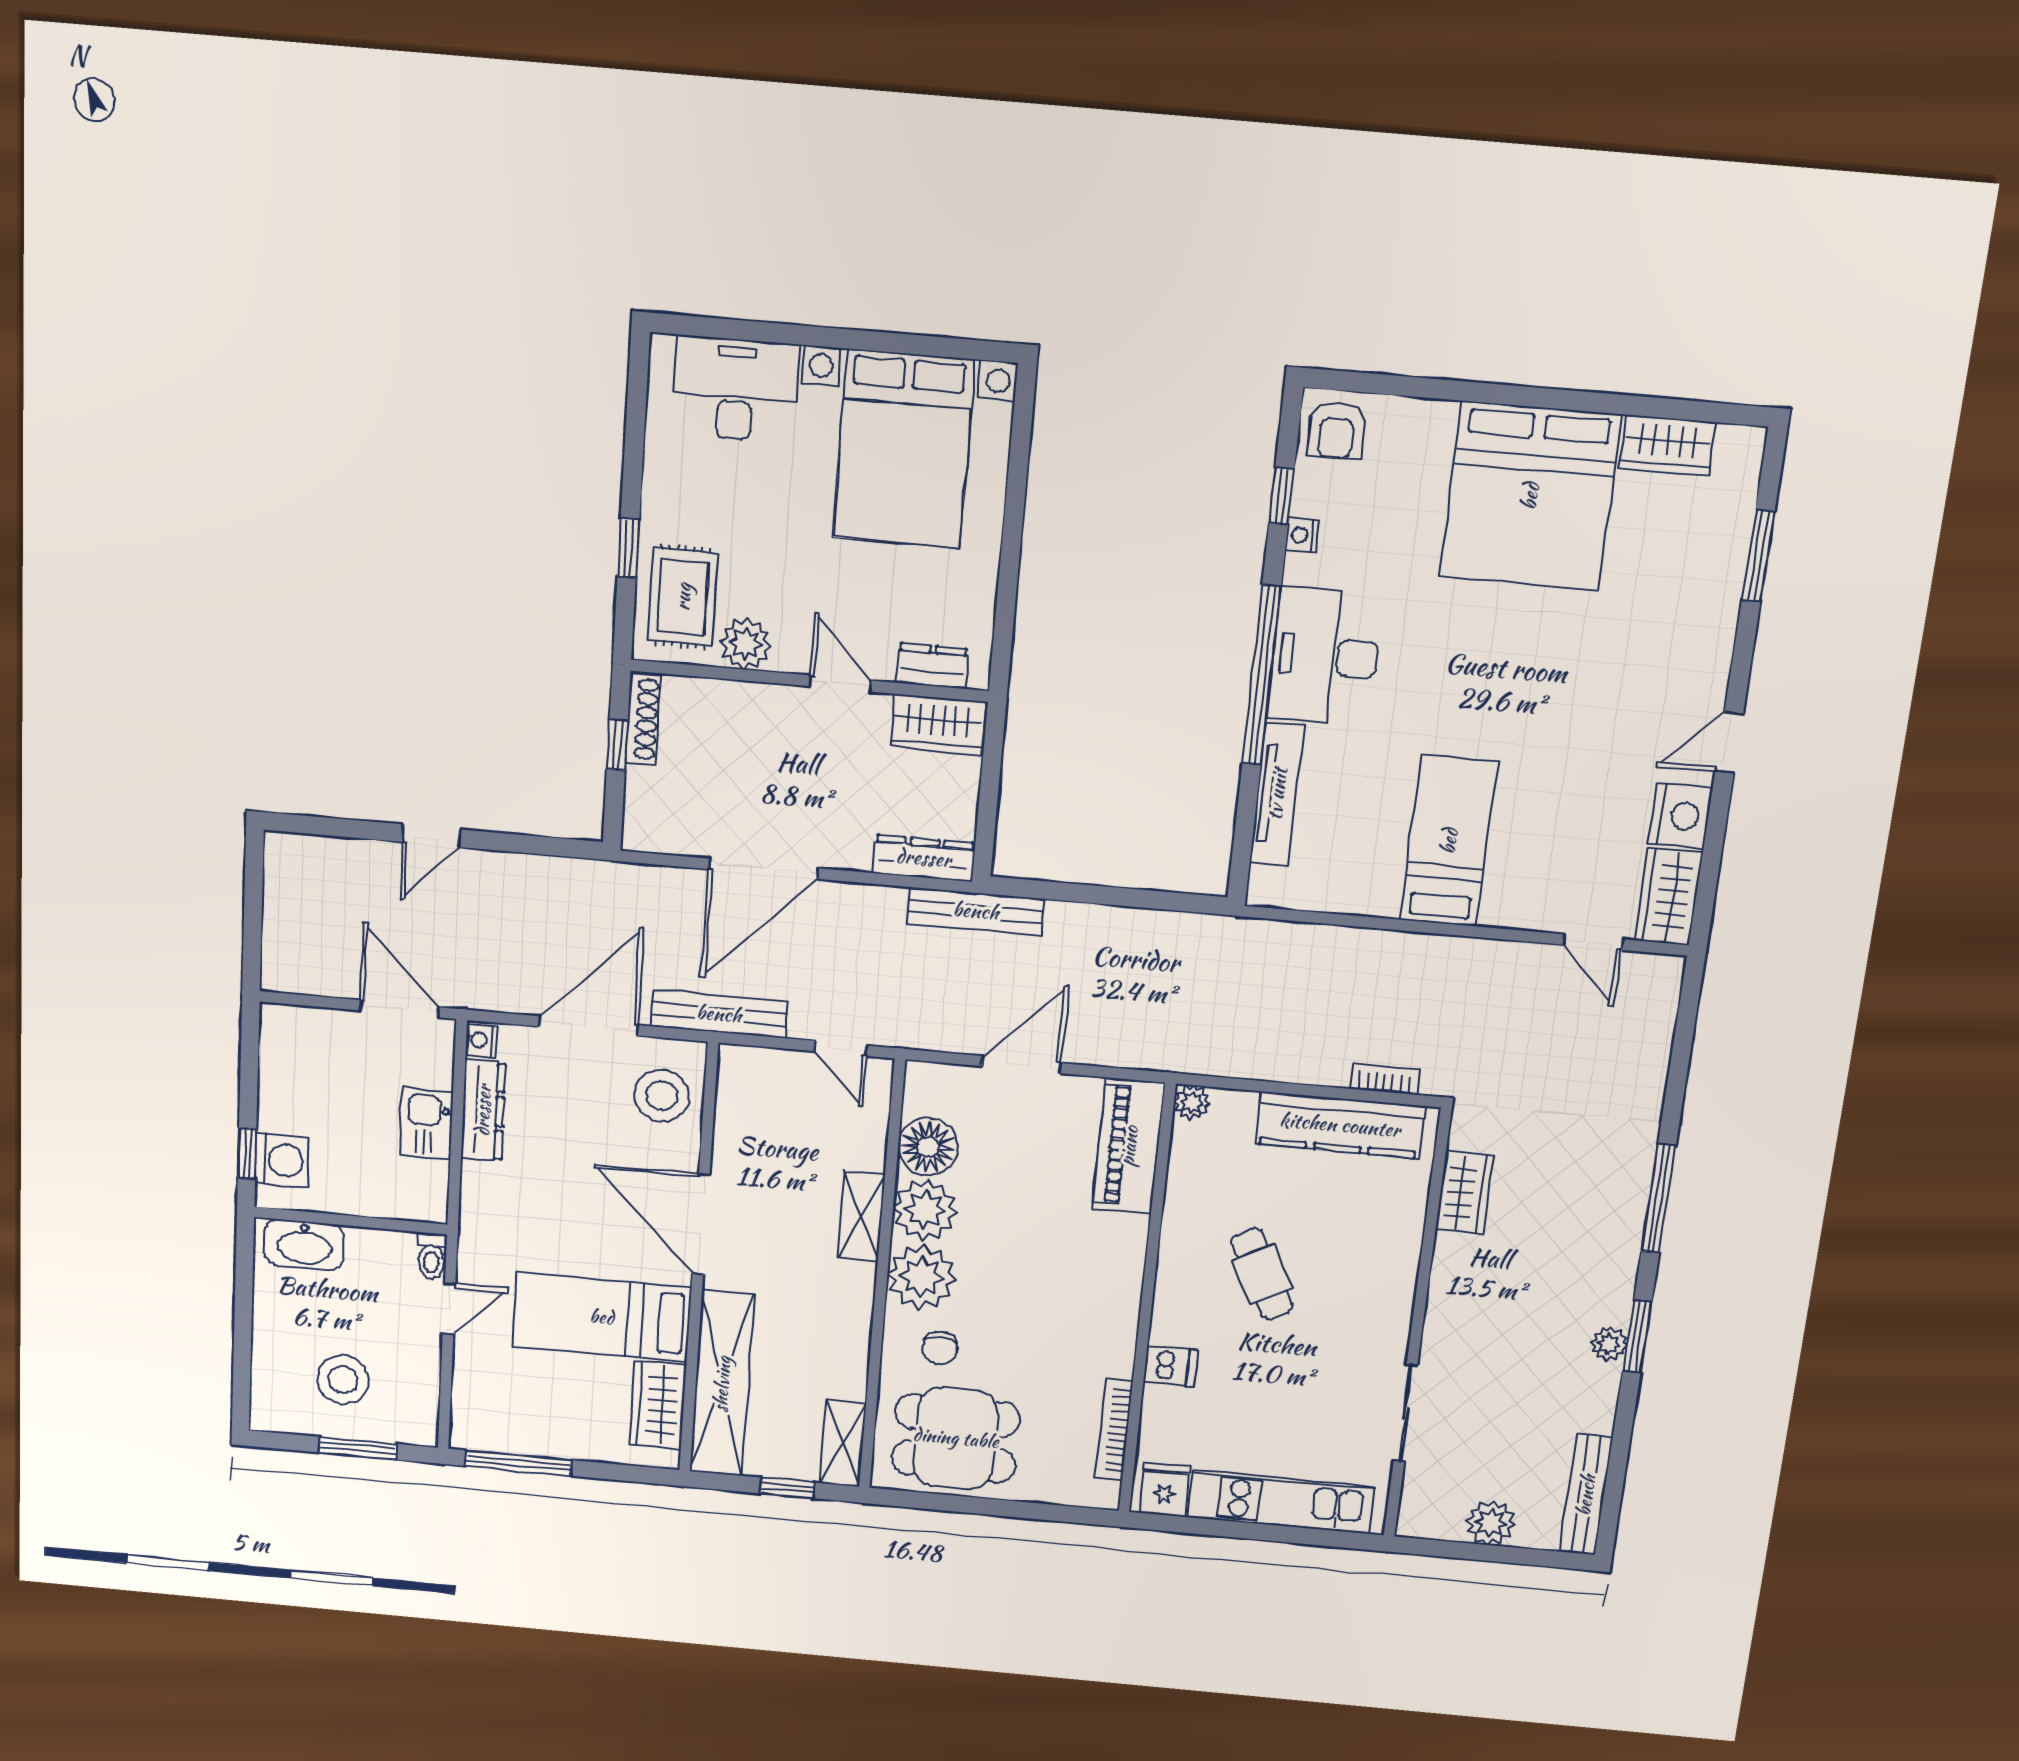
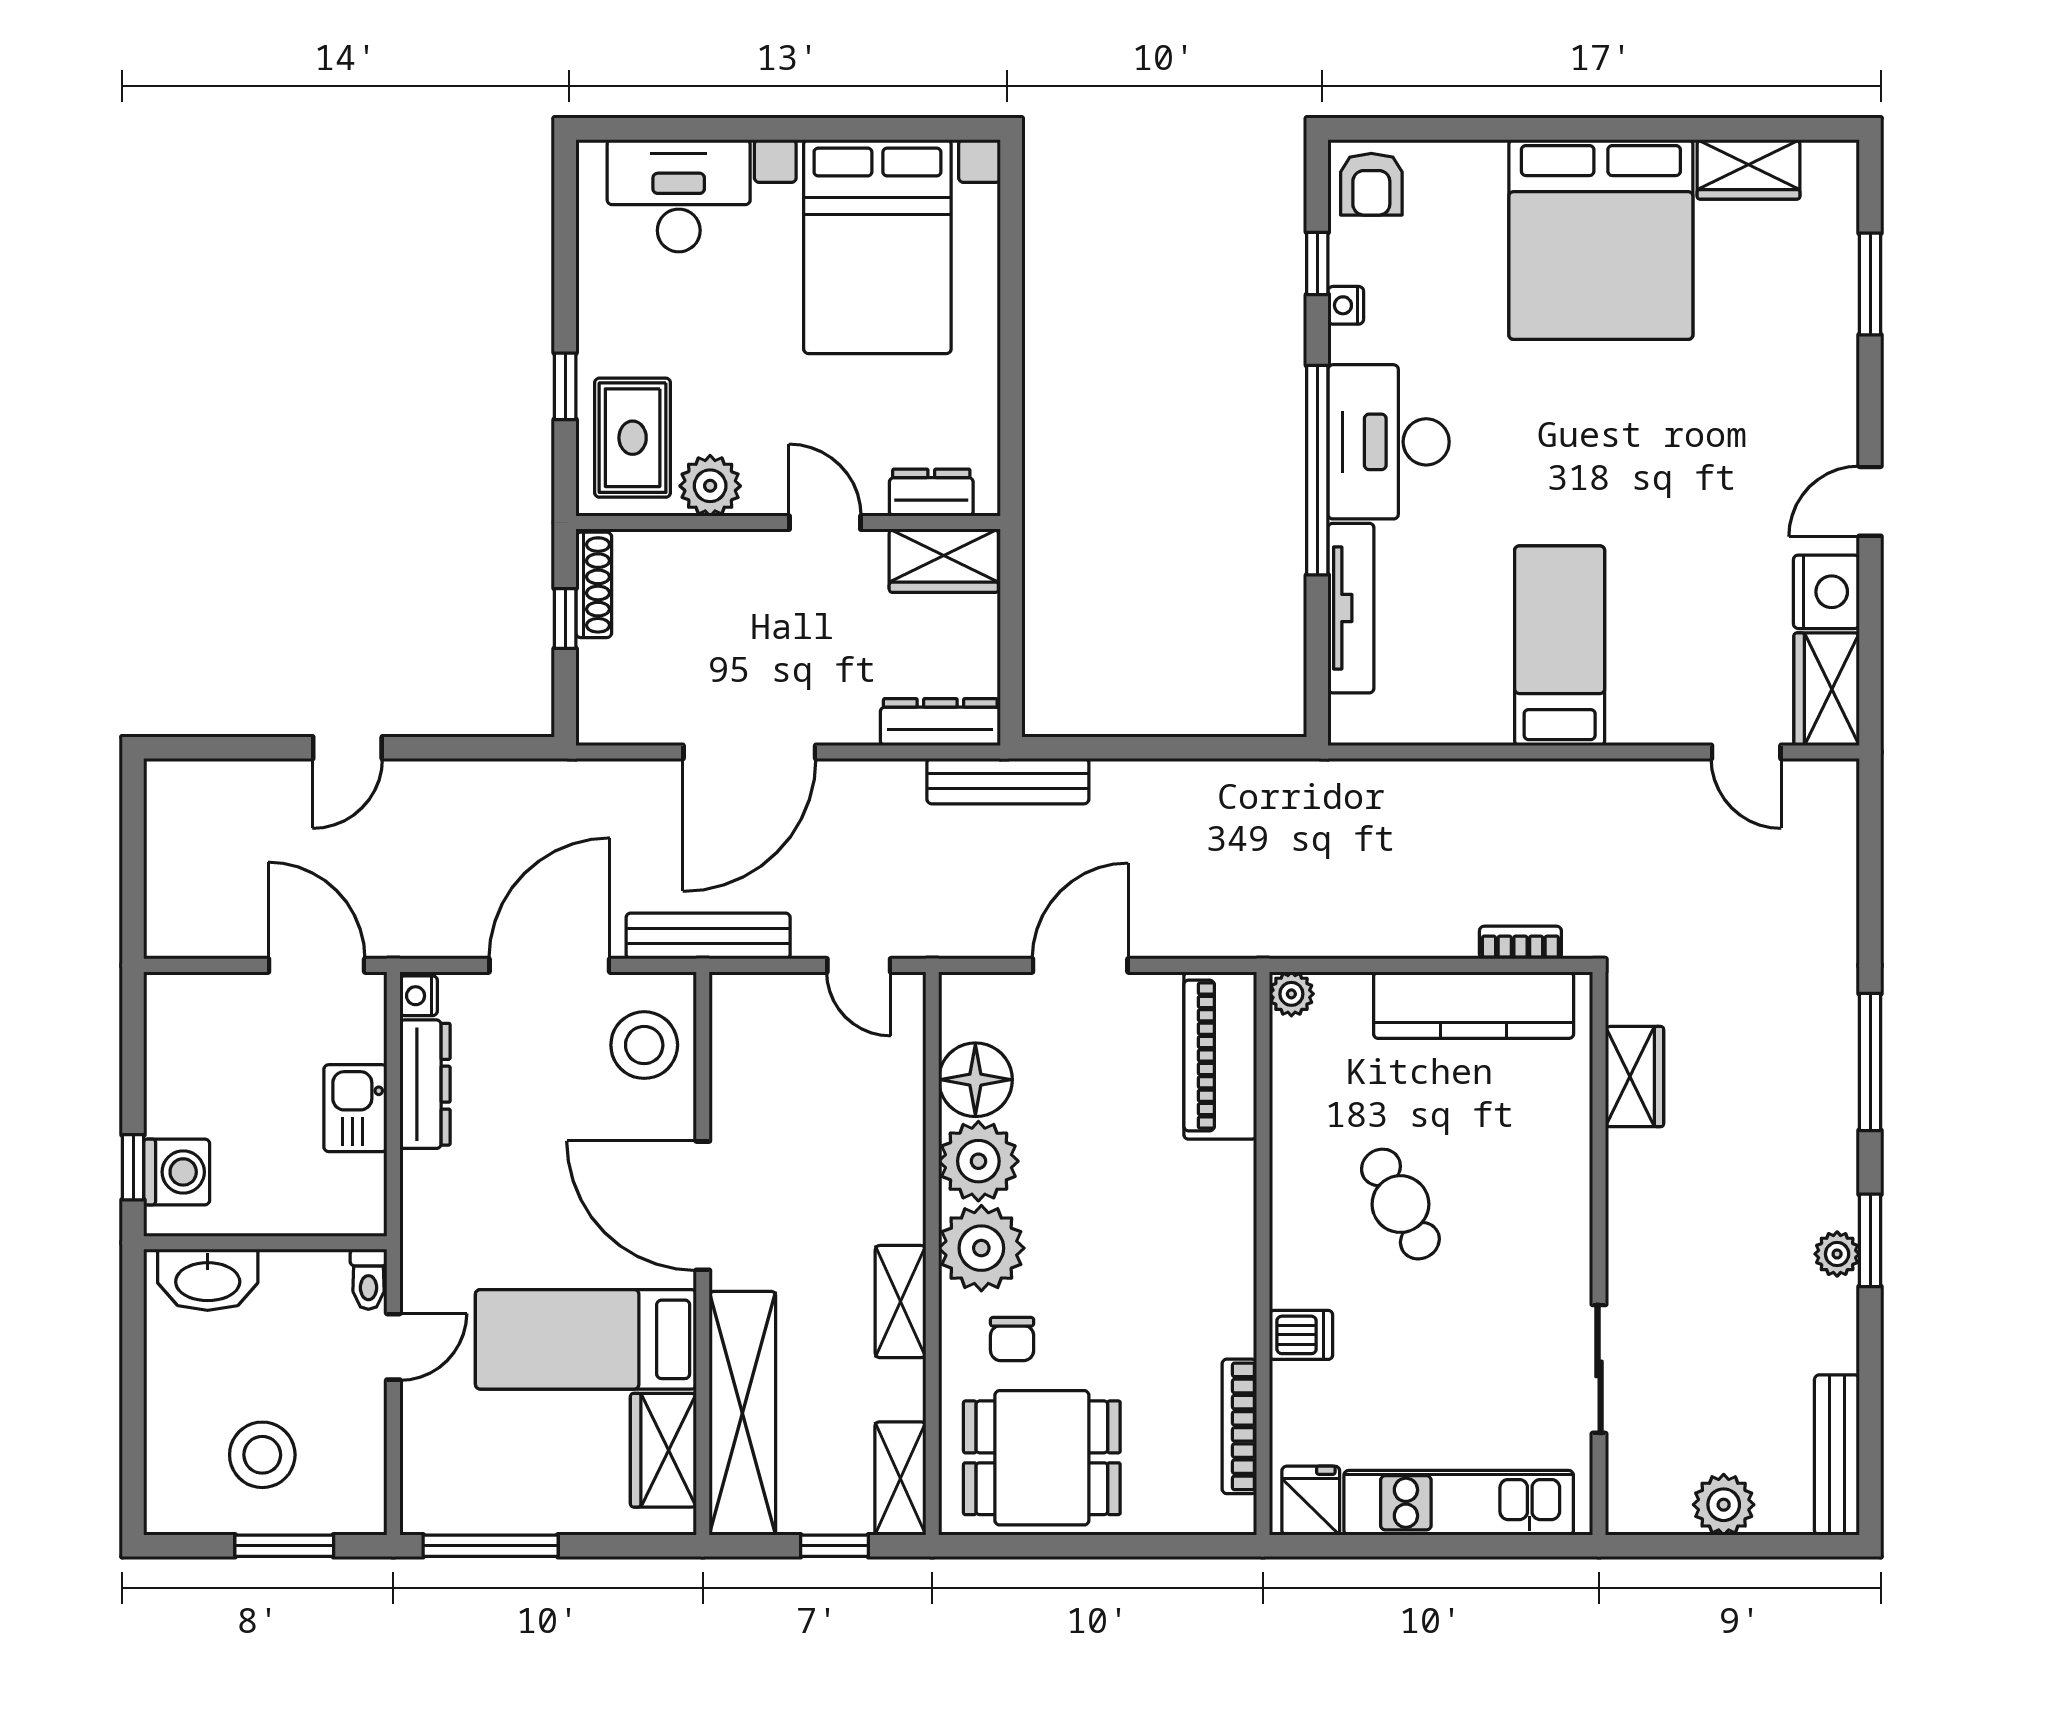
shelving: (861, 1216) -> (901, 1302), moved

